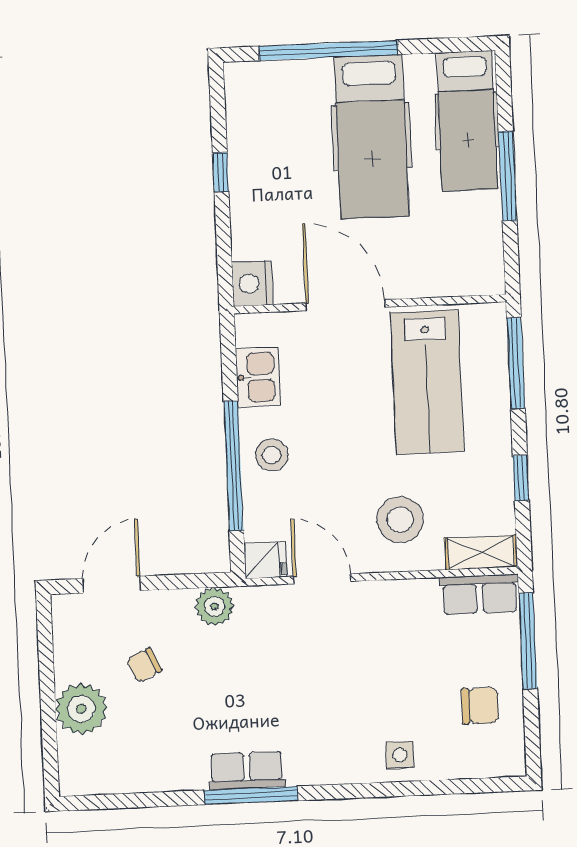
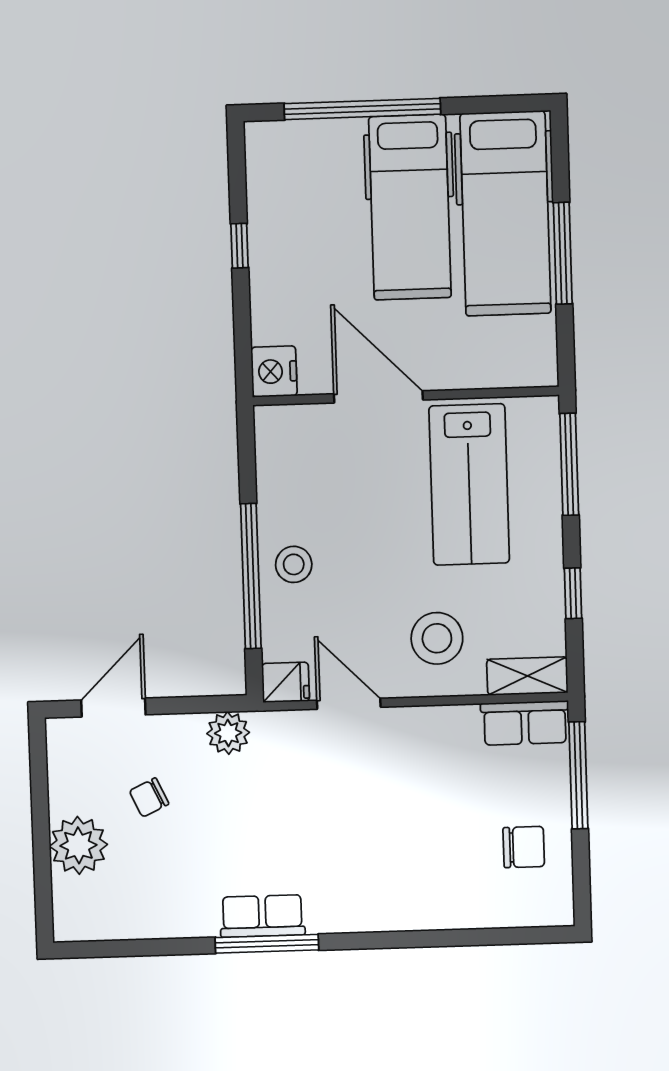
hospital bed: (467, 121) -> (505, 213), width x1.37, depth x1.29
kitchen sink: (258, 377) -> (279, 477), removed
side table: (400, 755) -> (433, 901), removed

